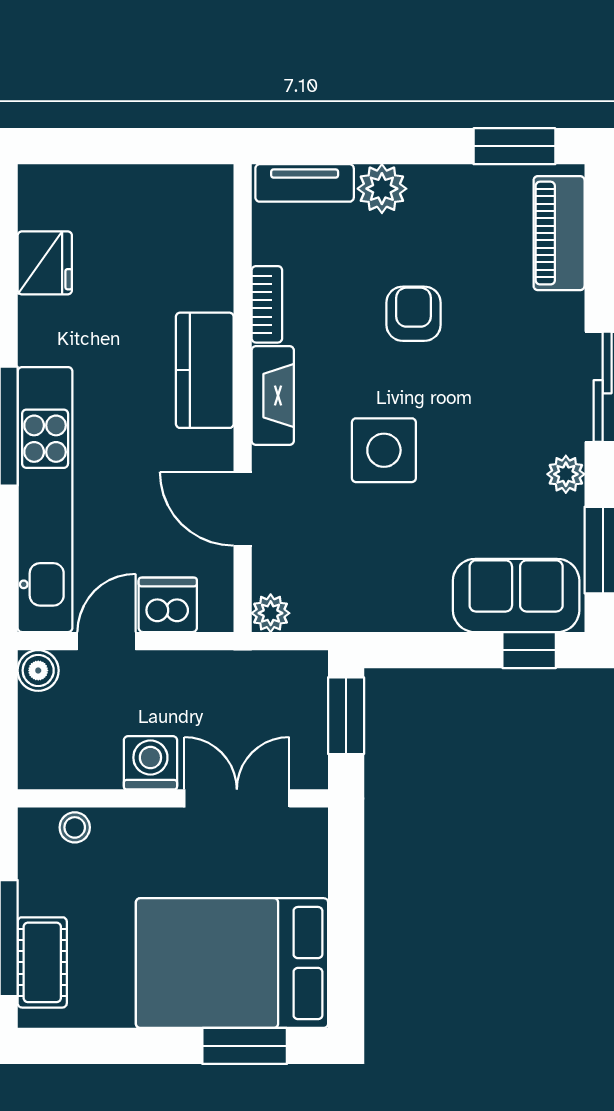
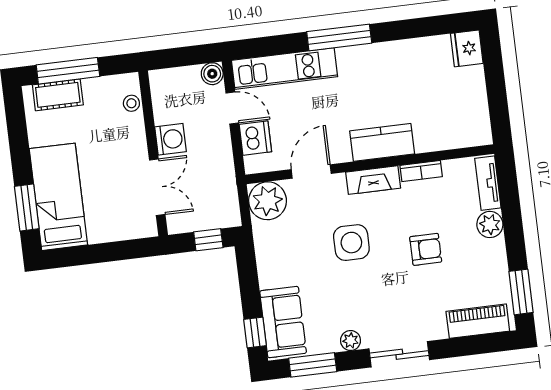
fridge: (45, 263) -> (467, 48), moved, turned 90
kitchen unit: (45, 500) -> (284, 69), width x0.73
plant: (271, 613) -> (268, 201), width x1.88, depth x1.88
window: (346, 716) -> (208, 240), width x0.67
bed: (232, 963) -> (58, 197), width x0.67

